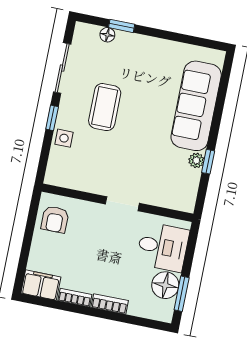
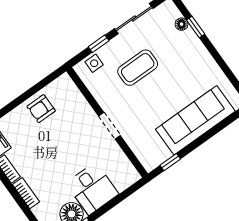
plant: (196, 160) -> (164, 154), removed
wall: (117, 203) -> (107, 122), moved
doorway: (122, 204) -> (110, 126), moved

